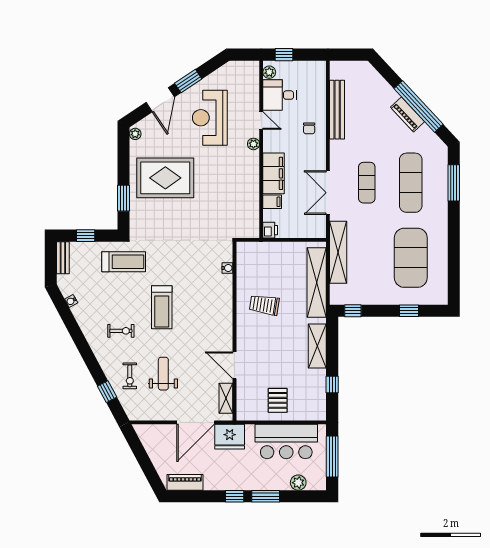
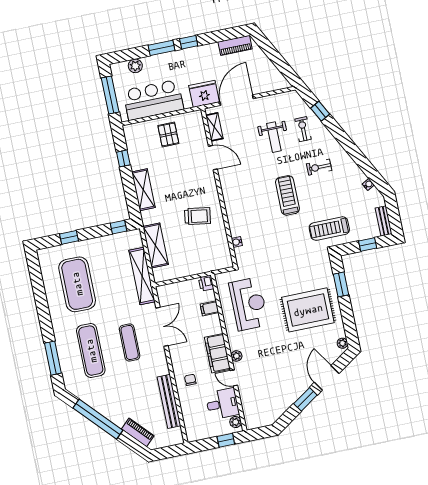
piano: (407, 114) -> (138, 432), moved
reception desk: (210, 118) -> (249, 304), moved
filing cabinet: (274, 173) -> (217, 353), moved
shelving: (317, 282) -> (156, 246), width x0.68

